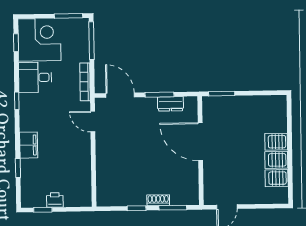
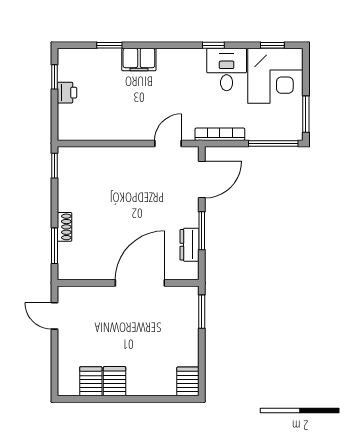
window: (17, 101) -> (213, 45), moved
server rack: (276, 142) -> (188, 381), moved
window: (137, 208) -> (54, 166), moved

